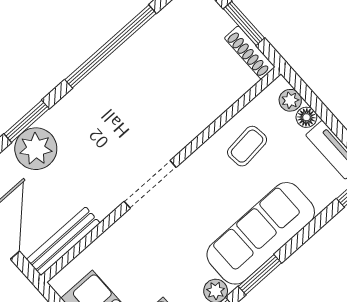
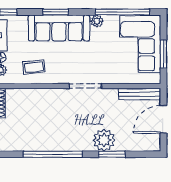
plant: (36, 149) -> (104, 140), moved
window: (260, 275) -> (56, 12), moved

